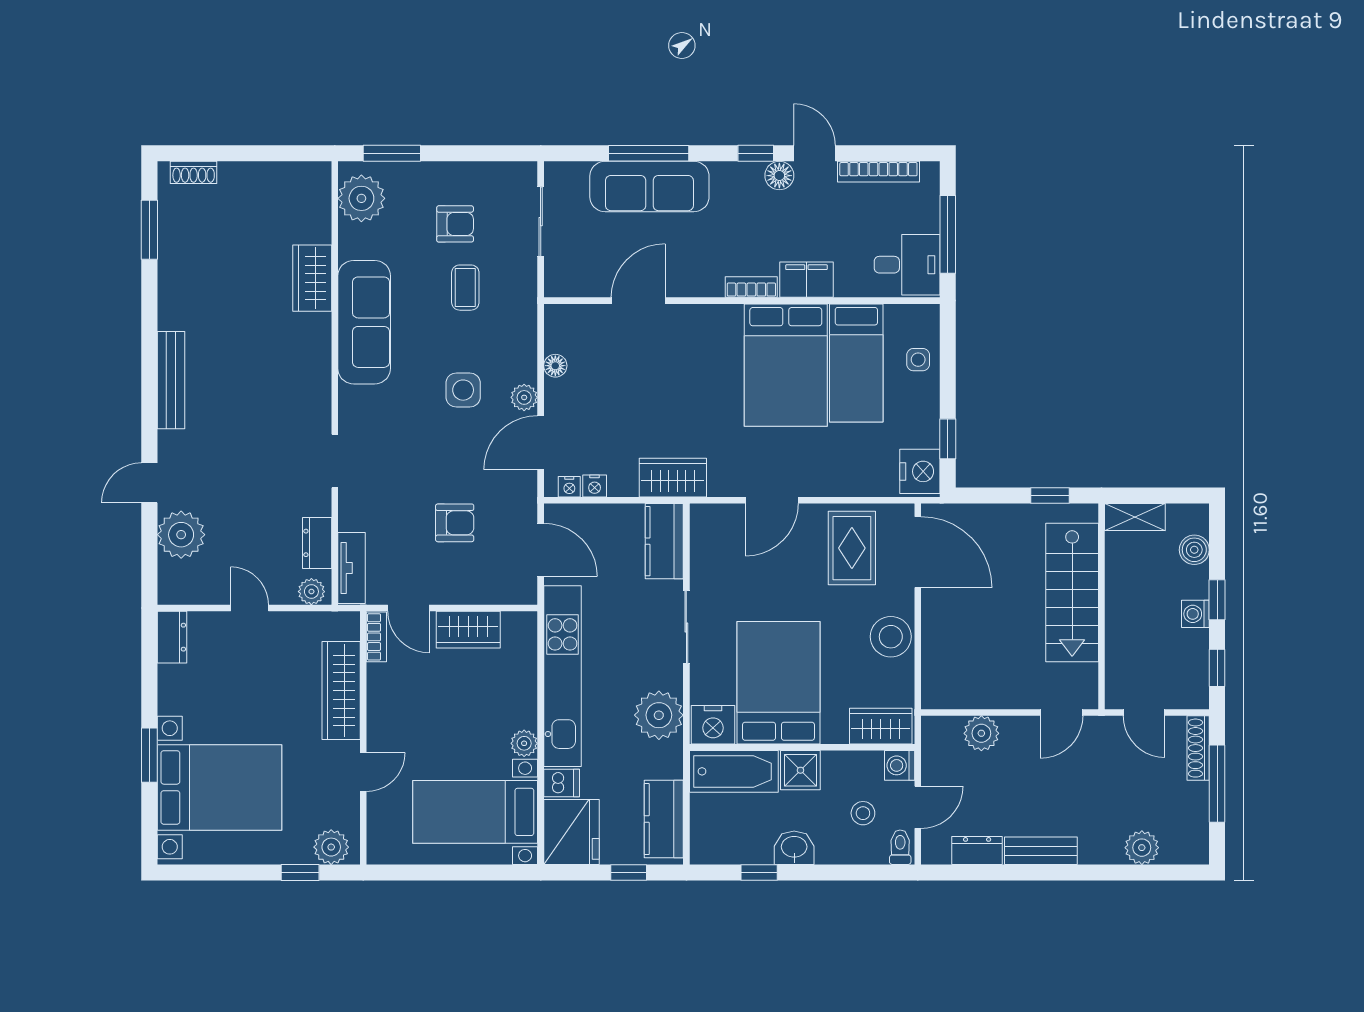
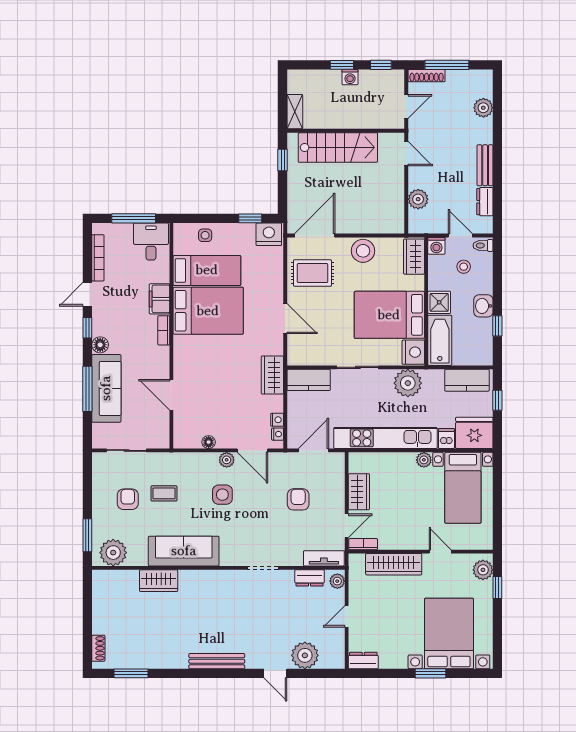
floor lamp: (779, 176) -> (100, 345), moved
boiler: (1194, 550) -> (313, 78), removed

